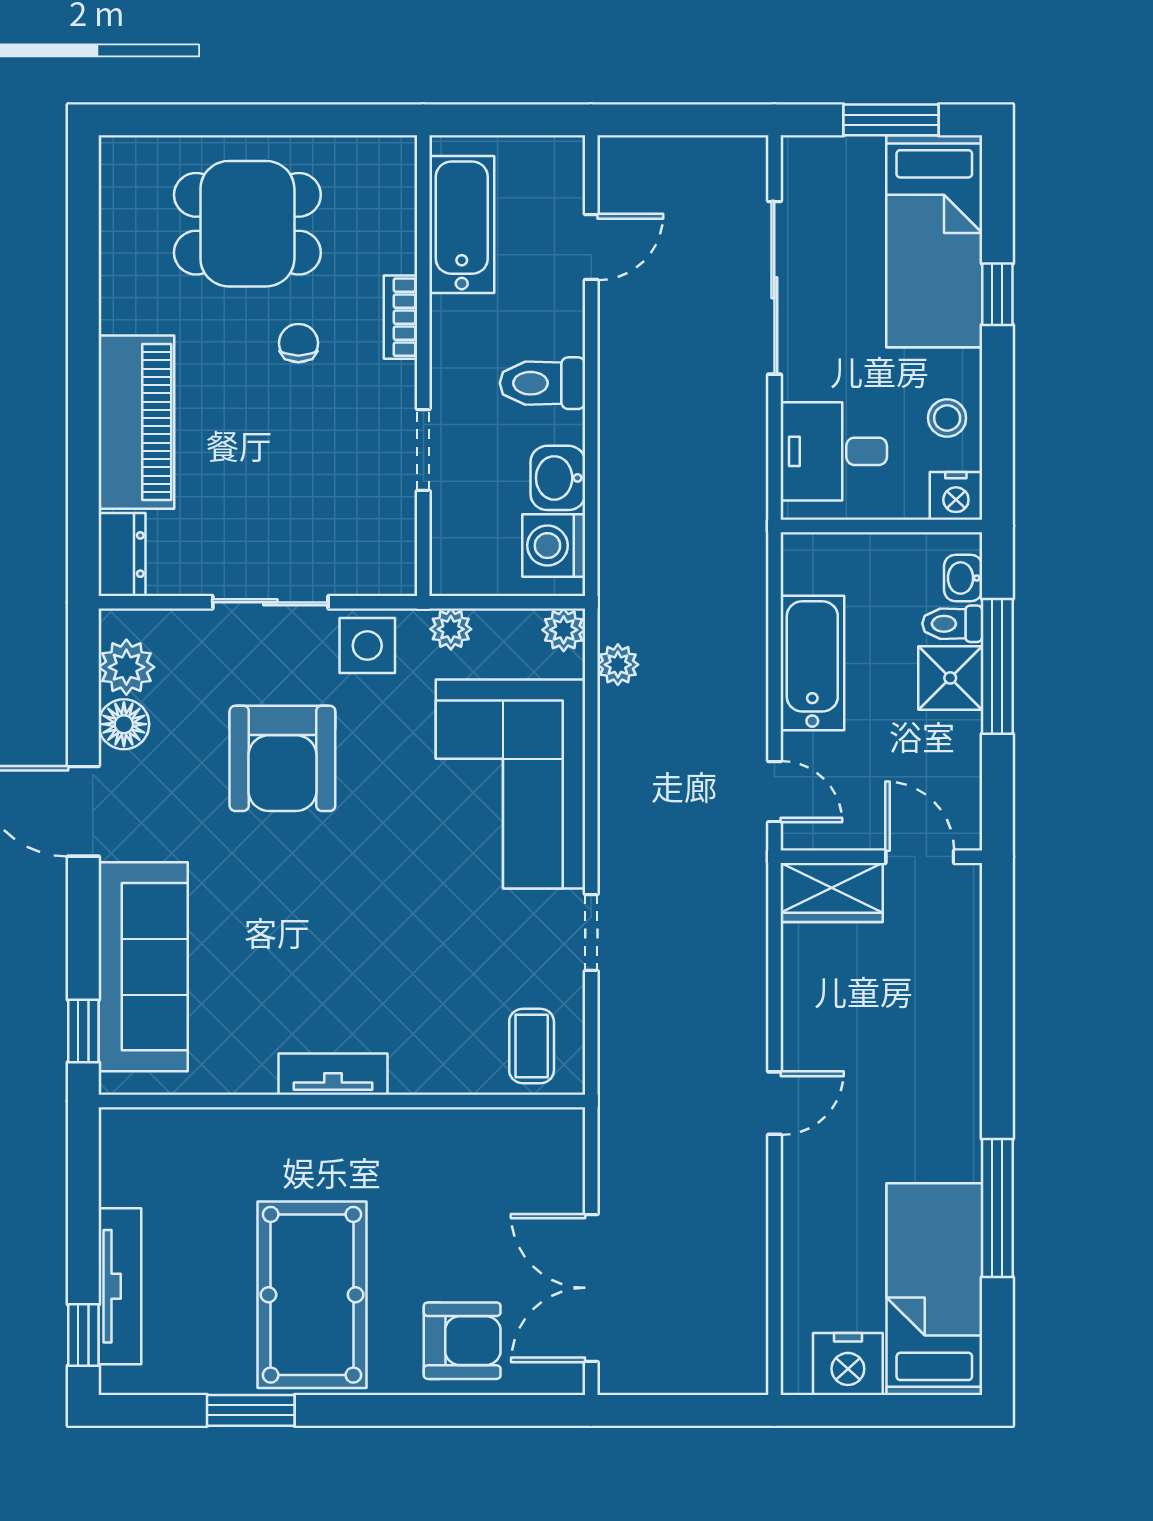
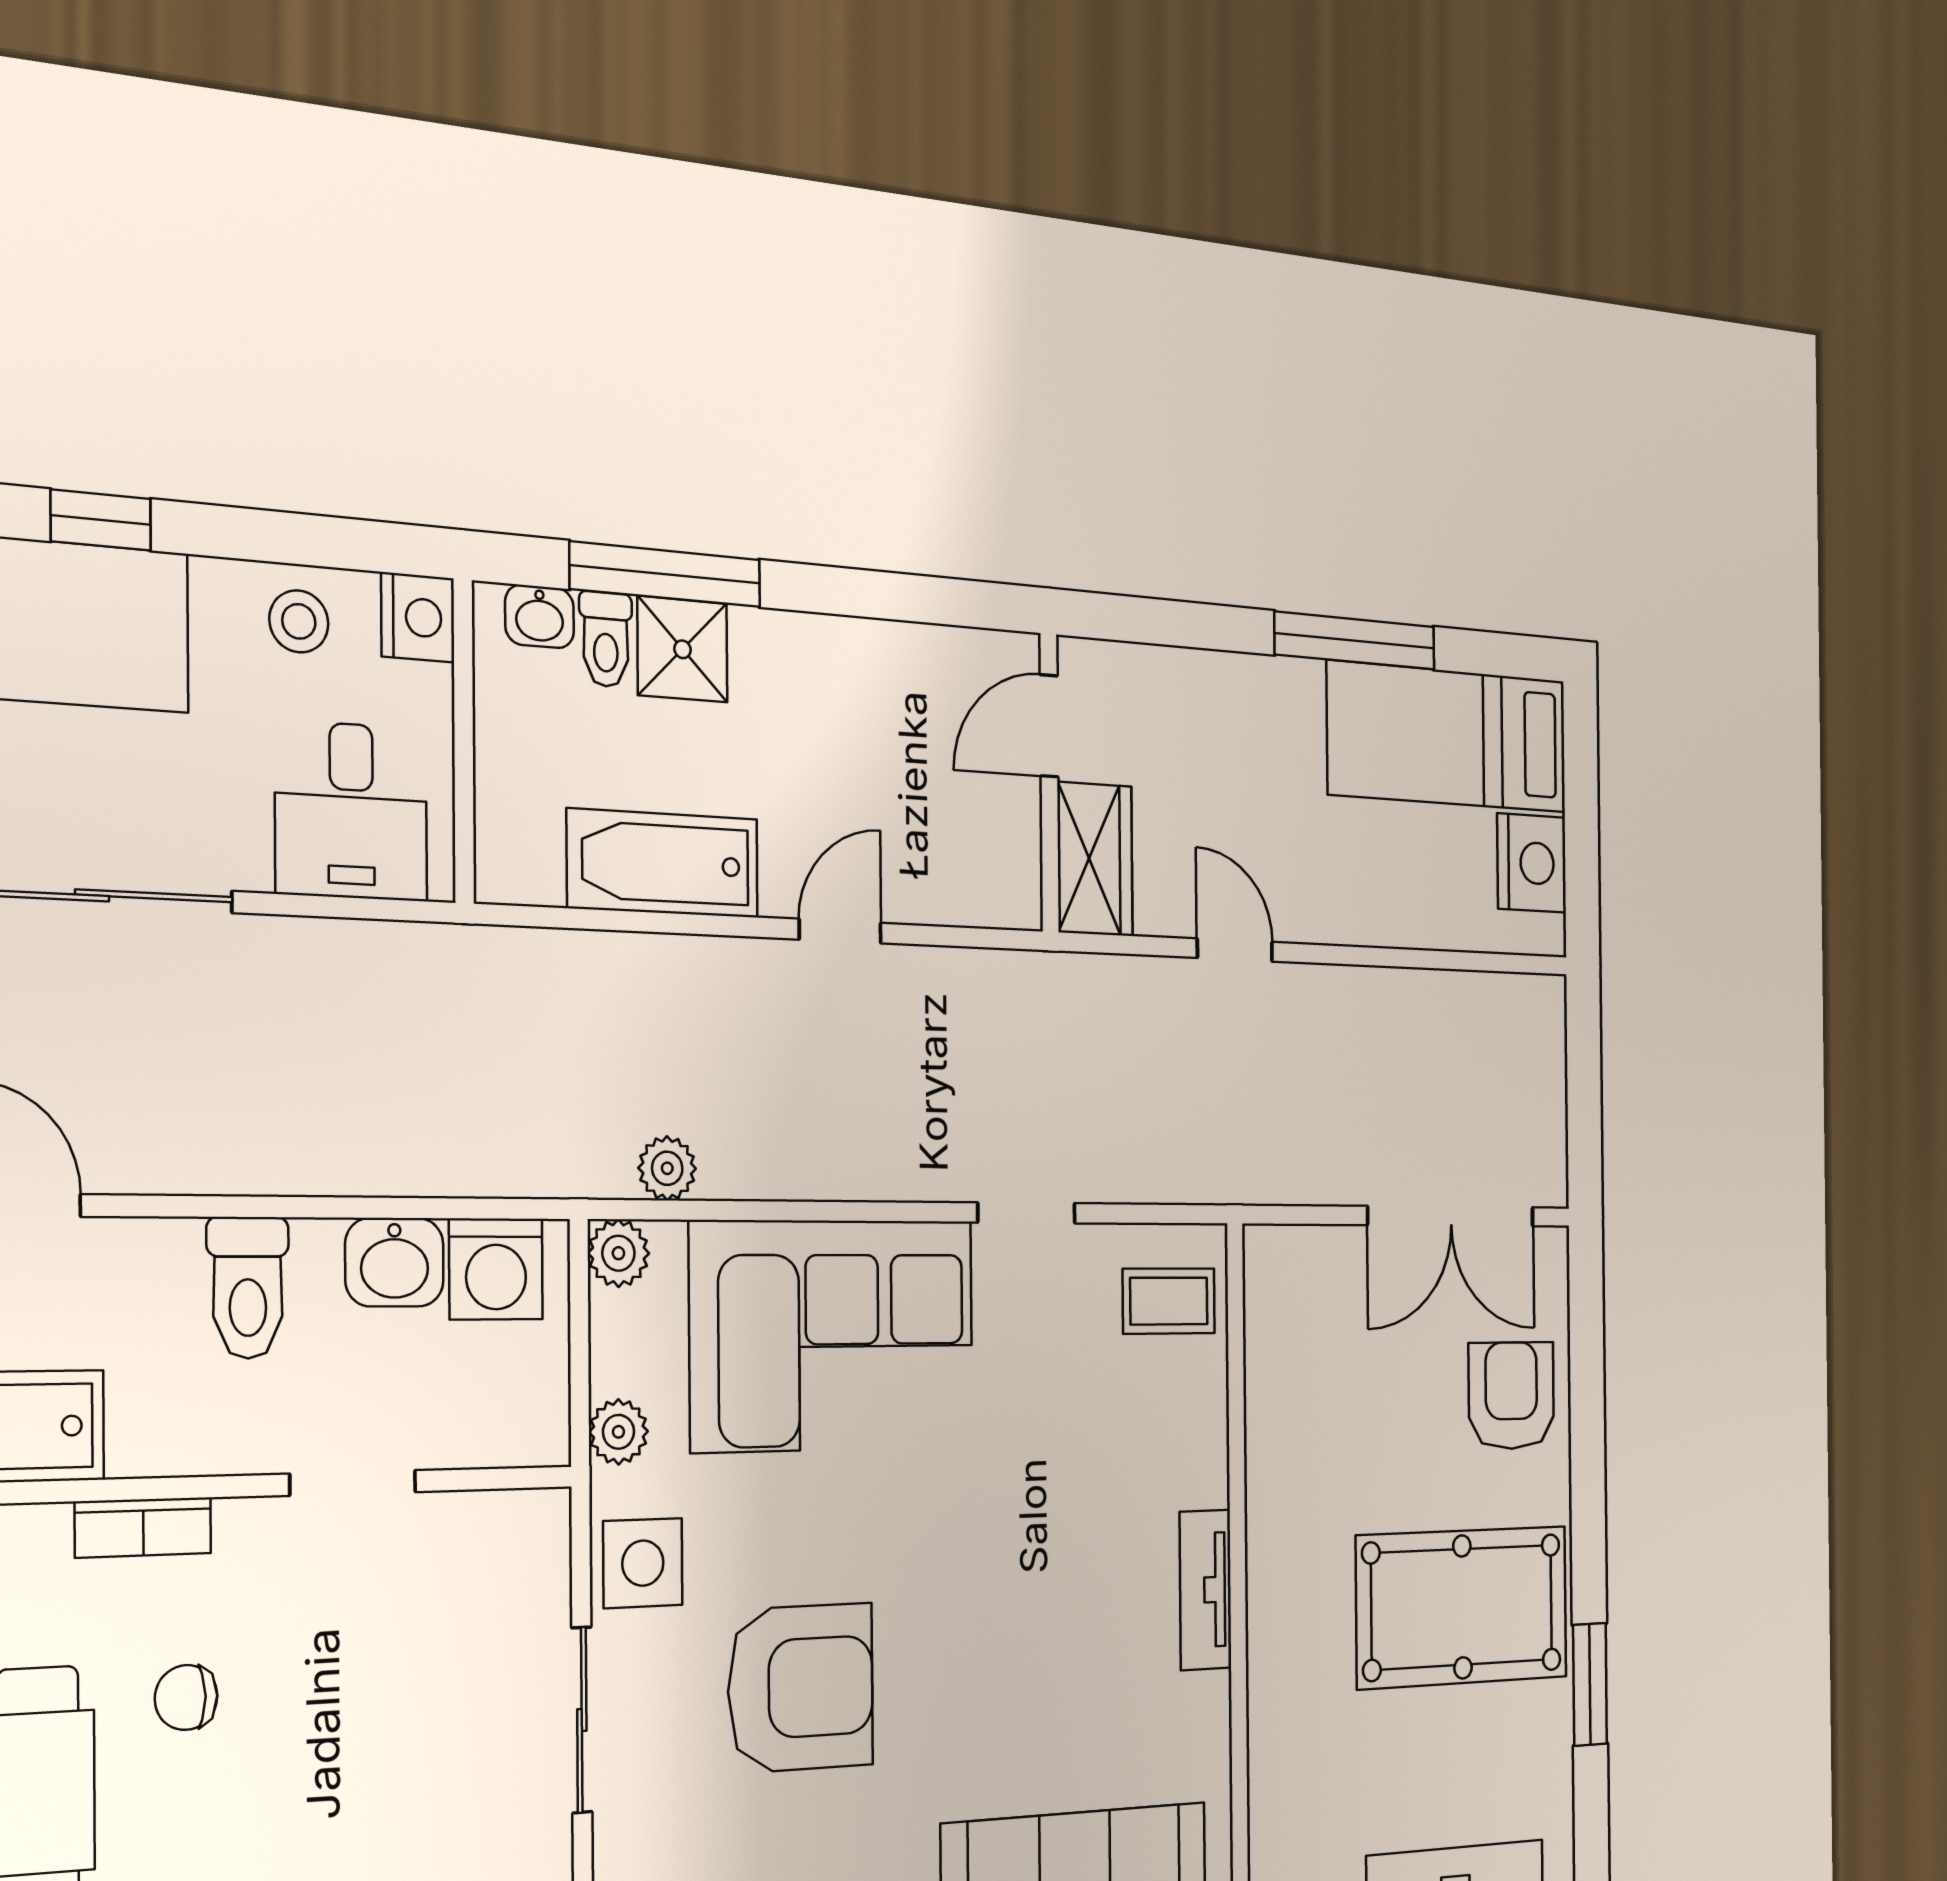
wall: (881, 857) -> (1050, 783), moved
door: (920, 857) -> (1049, 726), moved
wardrobe: (832, 892) -> (1095, 859), moved

